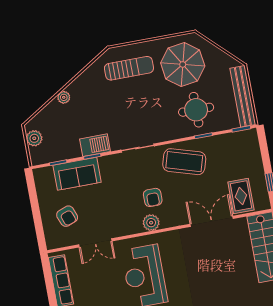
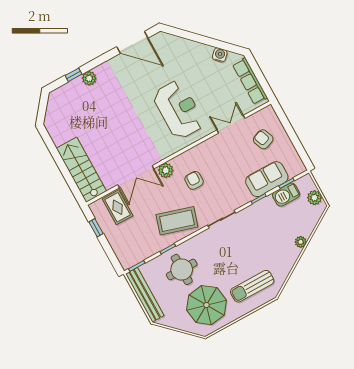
barbecue: (95, 145) -> (286, 195), moved
plant: (151, 223) -> (166, 170), moved

